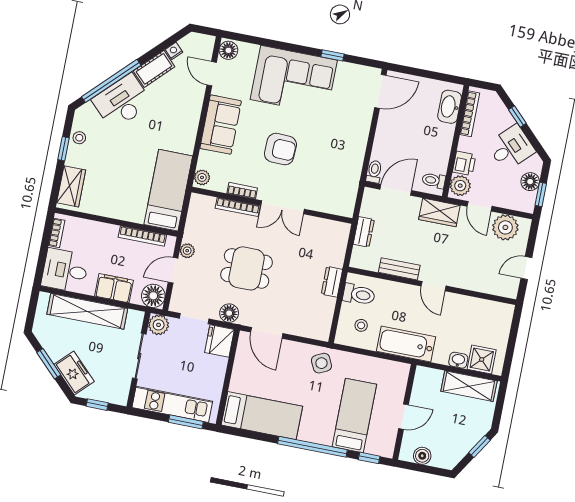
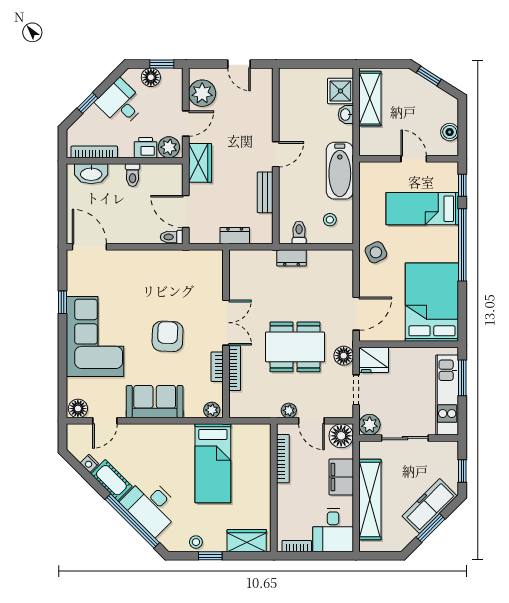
toilet: (434, 180) -> (133, 175), moved
bed: (168, 190) -> (213, 463), moved, turned -90
dining table: (247, 268) -> (295, 347), width x1.38
toilet: (359, 295) -> (299, 232), width x0.73, depth x0.72
freezer: (74, 373) -> (430, 506), width x1.40
bed: (262, 416) -> (432, 302), width x1.50

